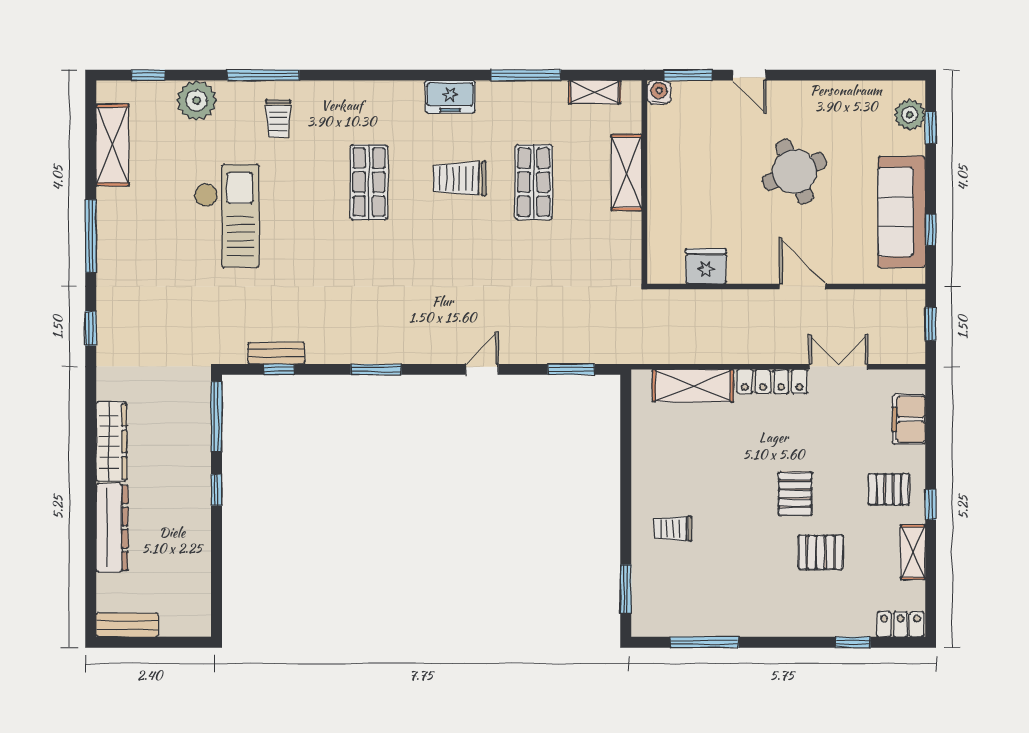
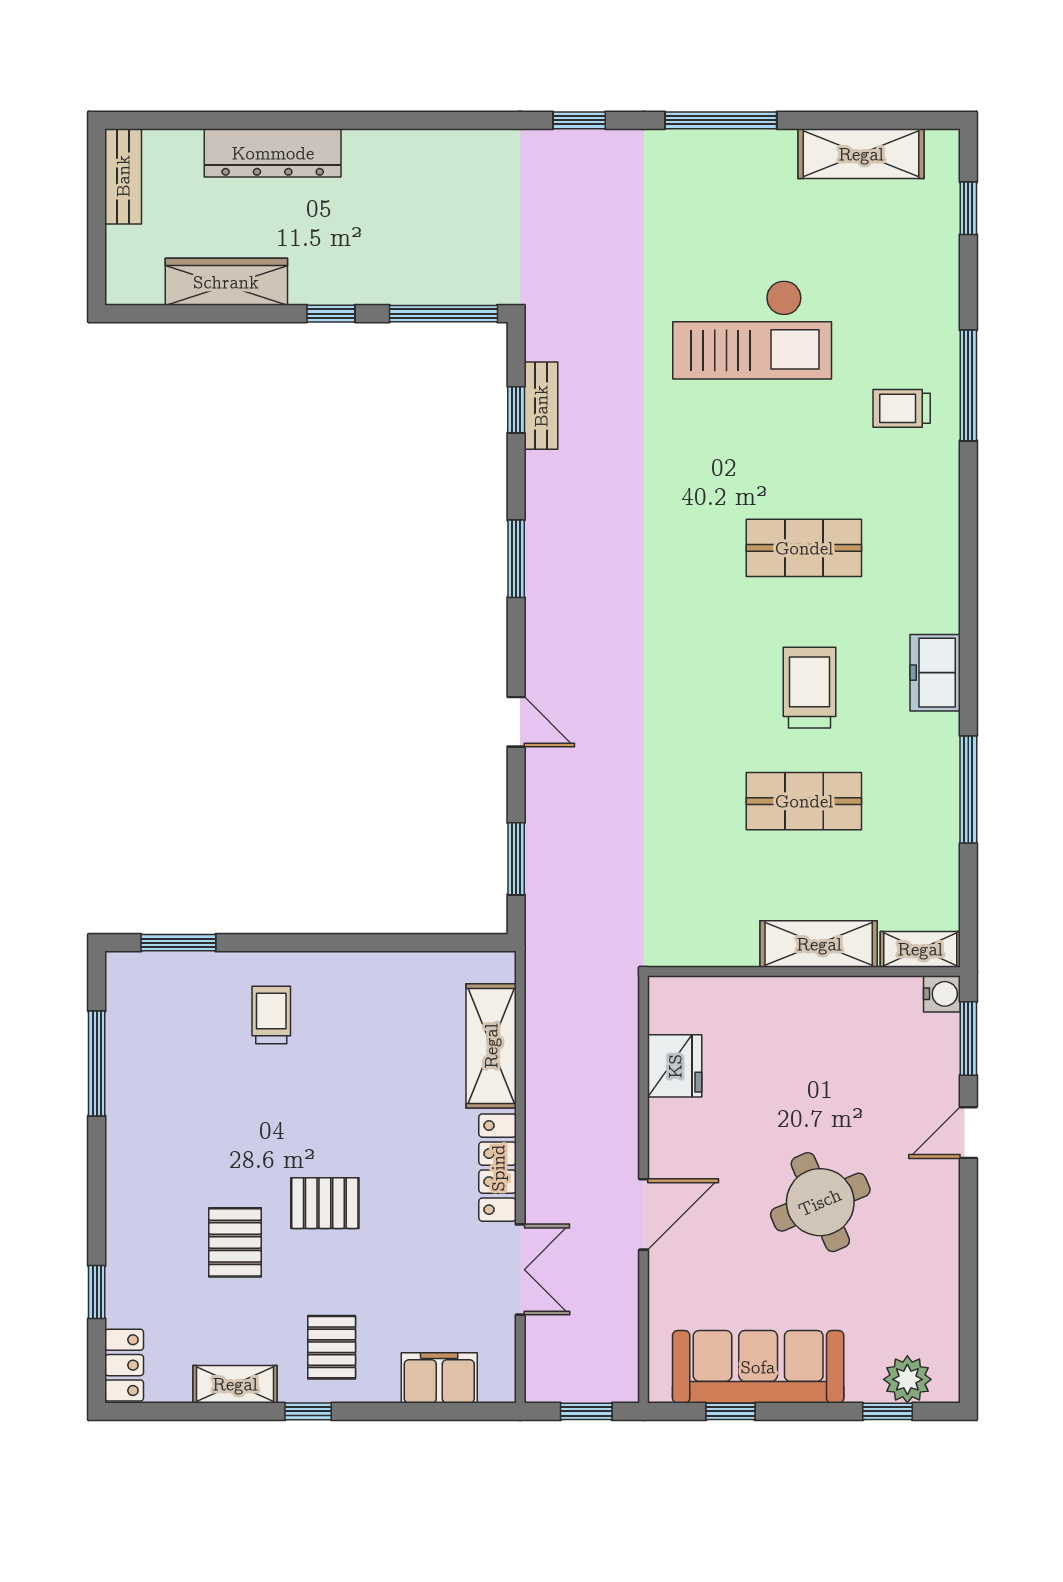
shelving: (595, 92) -> (920, 949), moved, turned 90
plant: (197, 101) -> (929, 283), removed
wardrobe: (111, 441) -> (226, 282), moved, turned 180

